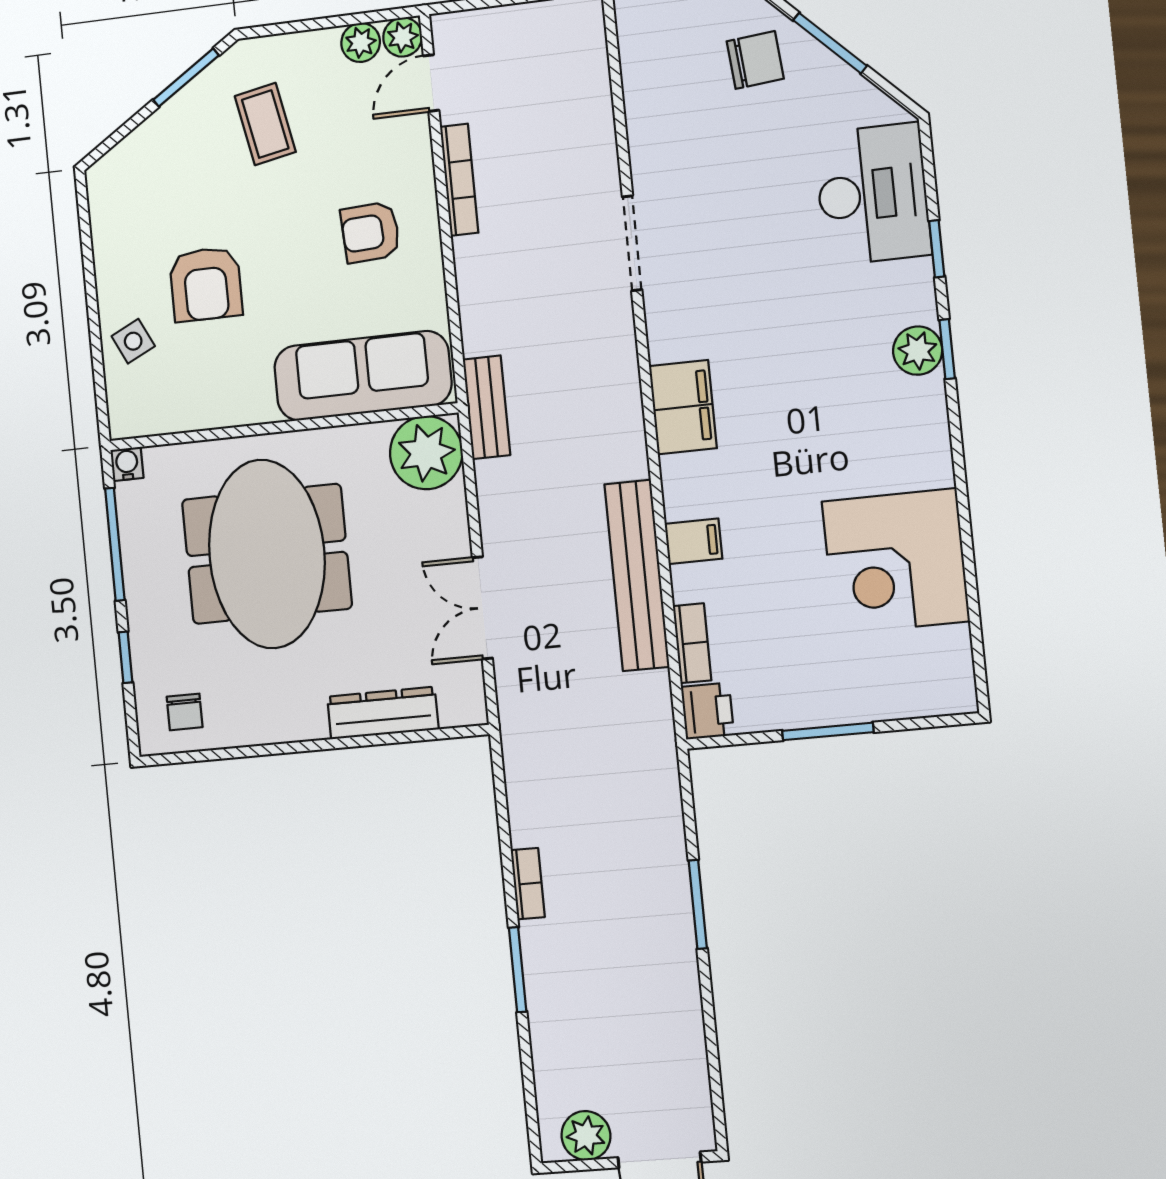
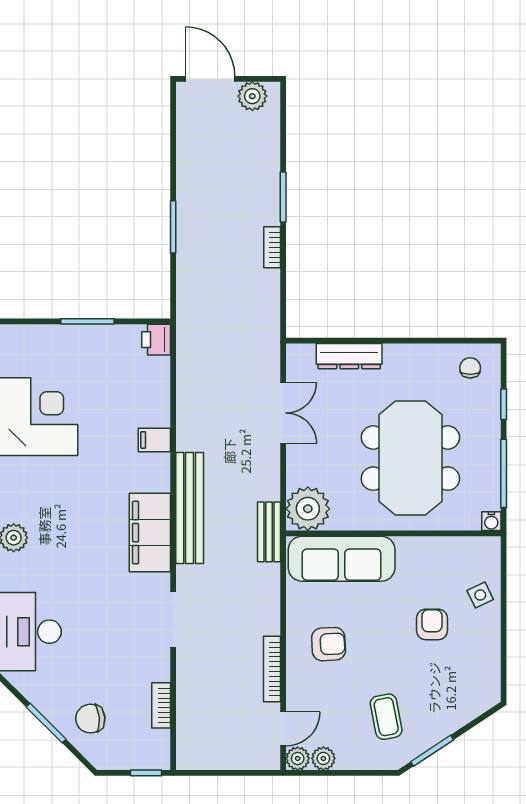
armchair: (206, 284) -> (432, 624), width x0.72, depth x0.72
filing cabinet: (683, 407) -> (150, 533), width x1.50, depth x1.17
bench: (637, 575) -> (190, 508), moved
bookcase: (692, 643) -> (161, 705), moved

